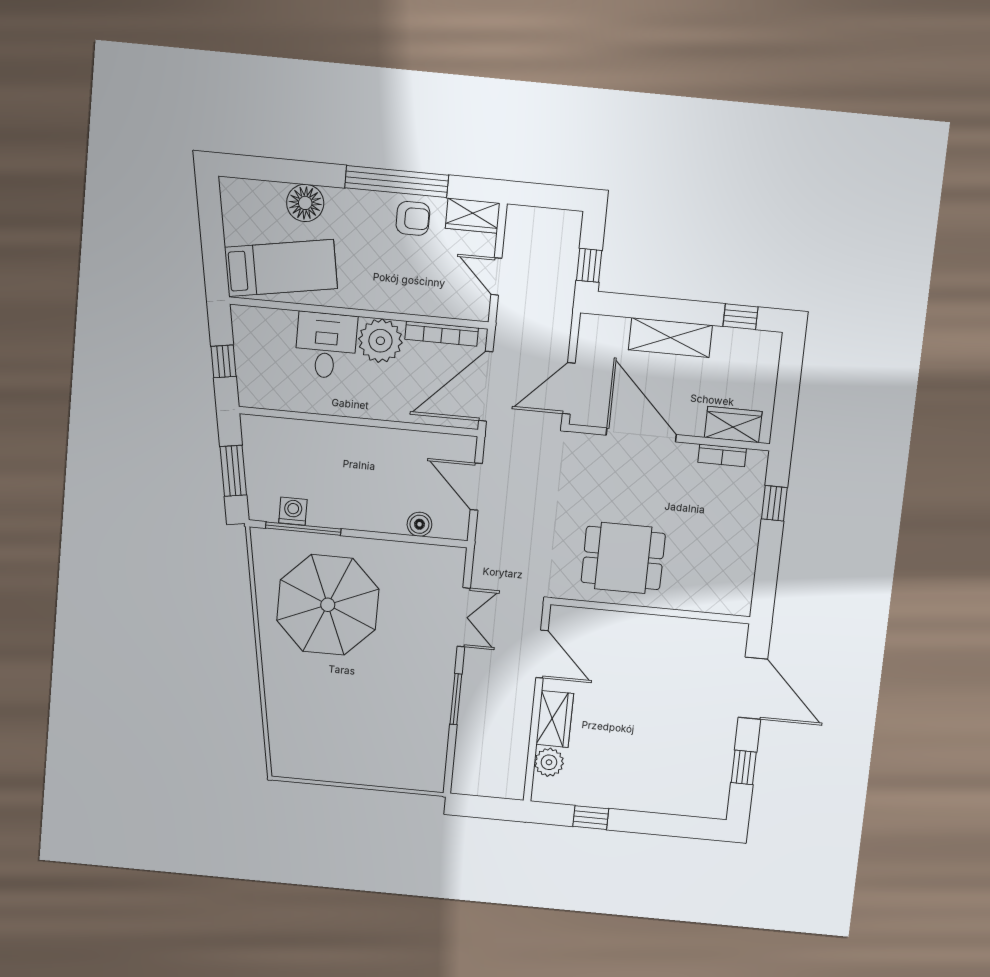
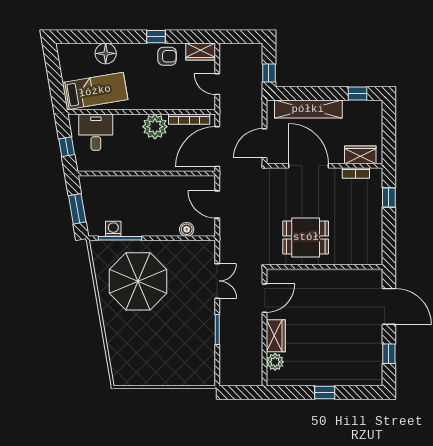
window: (397, 182) -> (156, 37), width x0.32
shelving: (670, 338) -> (308, 109), width x1.47
desk: (326, 345) -> (96, 132), moved
door: (542, 654) -> (265, 298), hinge flipped
window: (591, 818) -> (325, 393), moved

